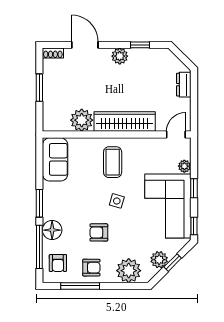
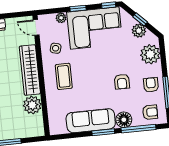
sofa: (55, 159) -> (91, 121), moved, width x1.36
coffee table: (113, 162) -> (64, 76), turned 90
side table: (117, 201) -> (56, 48), moved

